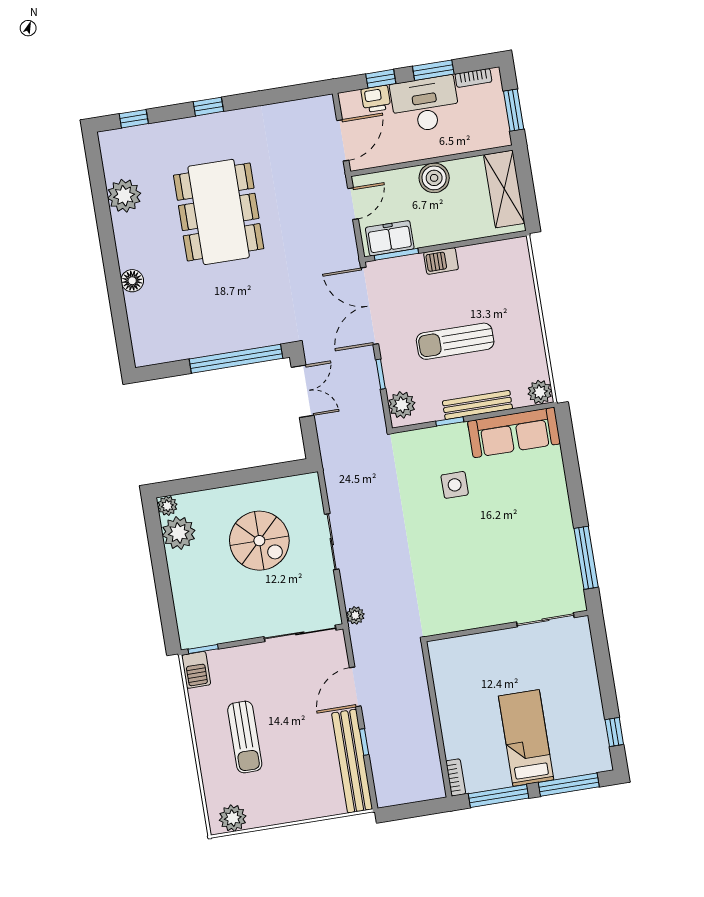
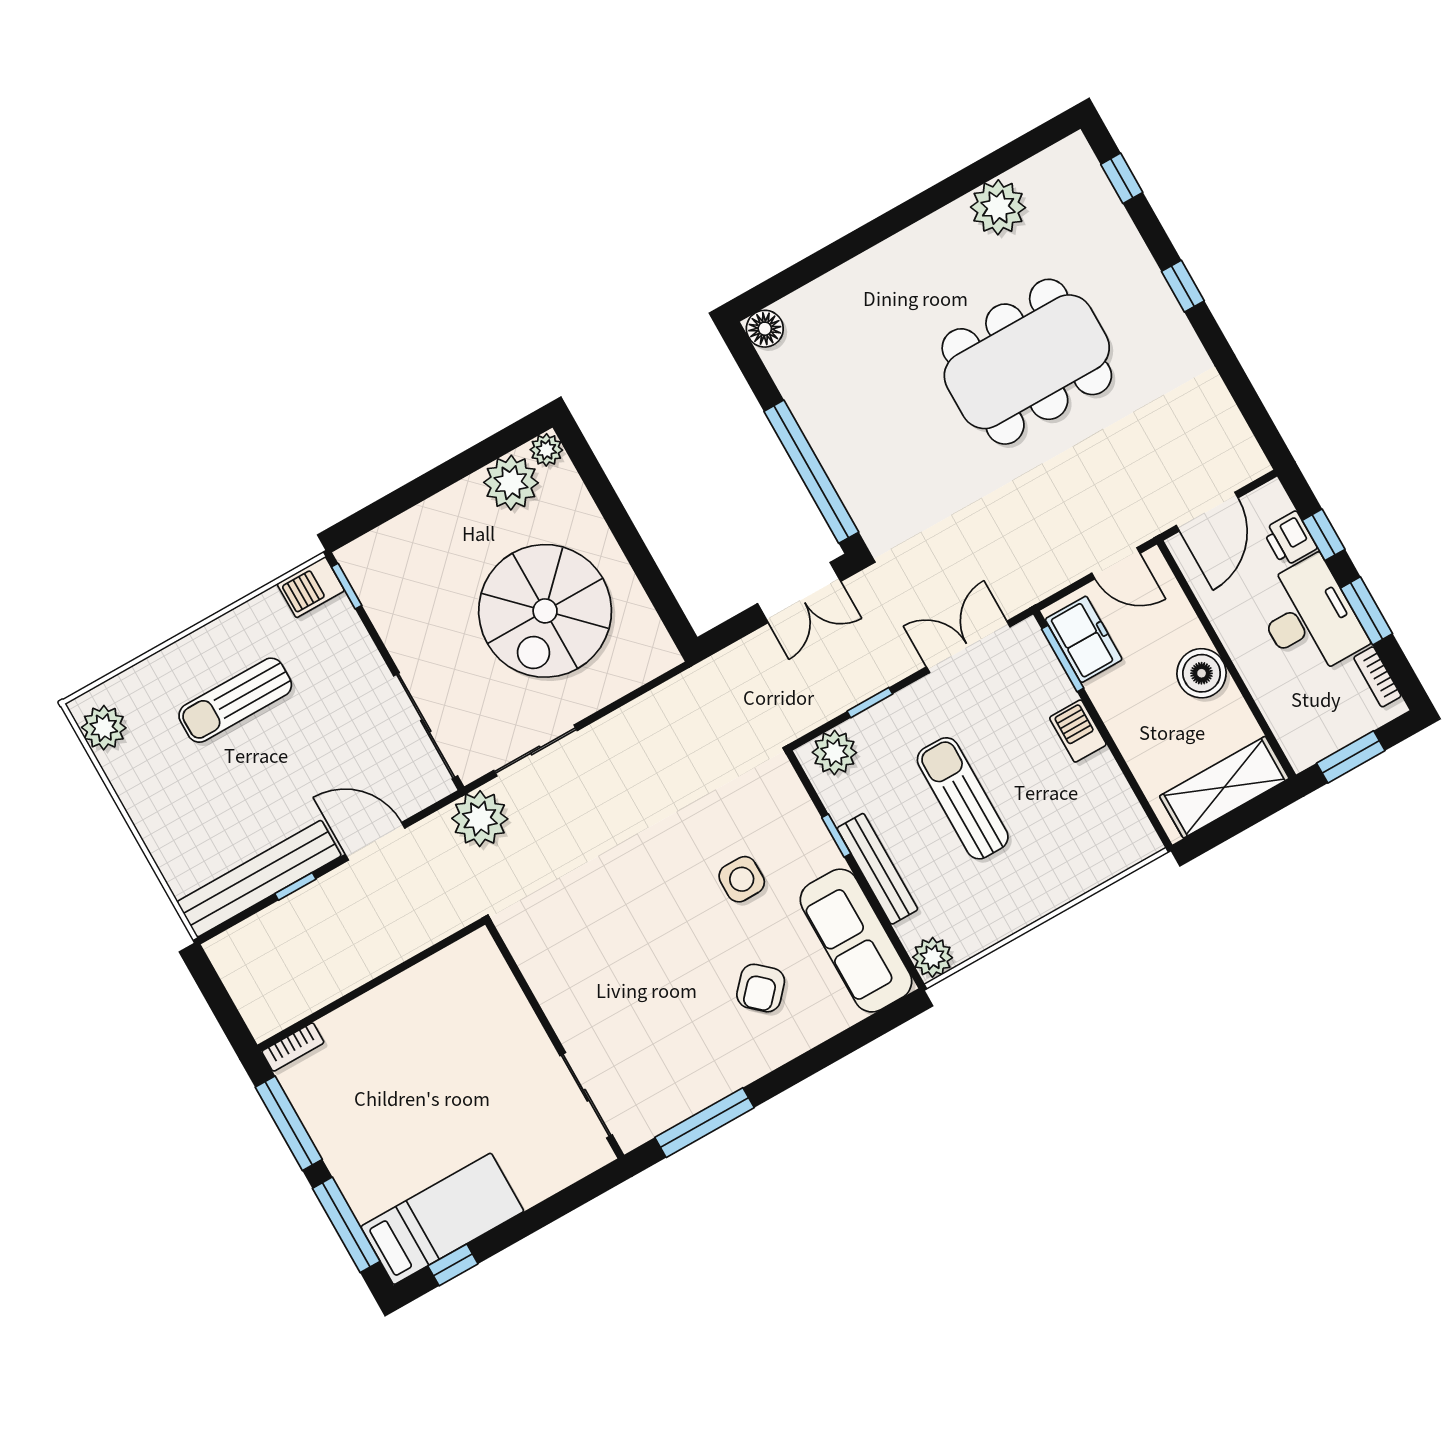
door: (343, 140) -> (1207, 512), hinge flipped
floor lamp: (132, 281) -> (765, 329), moved
double door: (370, 306) -> (968, 647), width x0.73
armchair: (521, 497) -> (761, 988), added
spiral stairs: (259, 541) -> (545, 611), width x1.37, depth x1.37
sliding door: (332, 542) -> (535, 751), moved
plant: (355, 615) -> (480, 819), width x1.88, depth x1.88
bed: (526, 738) -> (442, 1219), moved

